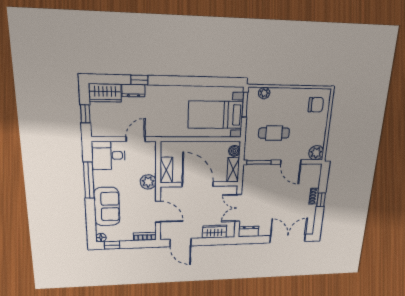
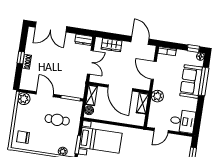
window: (89, 180) -> (204, 81), moved

